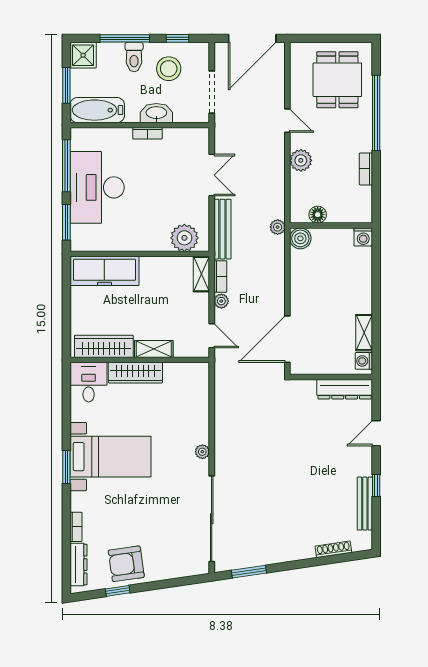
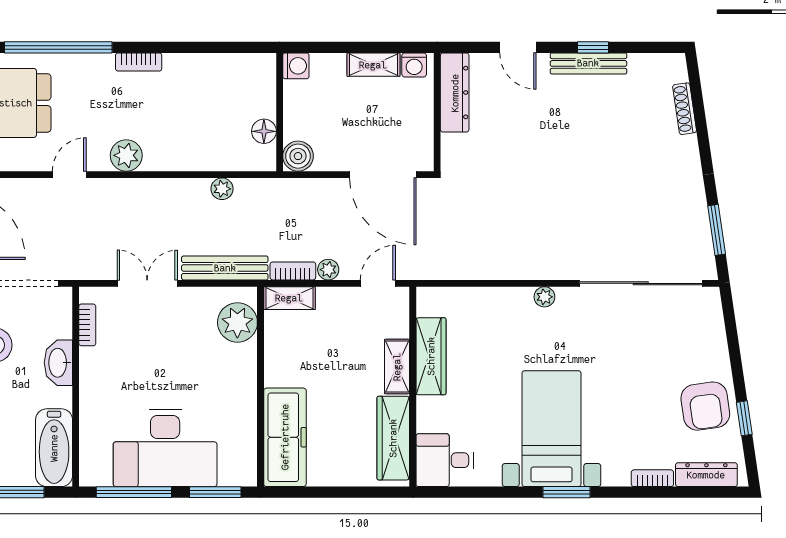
bookcase: (147, 133) -> (87, 325), moved
floor lamp: (318, 215) -> (264, 131), moved
wall: (331, 226) -> (280, 112), moved
washing machine: (363, 237) -> (296, 66), moved
boiler: (300, 238) -> (298, 156), moved
wardrobe: (135, 373) -> (431, 356), moved
bench: (365, 504) -> (588, 63), moved

